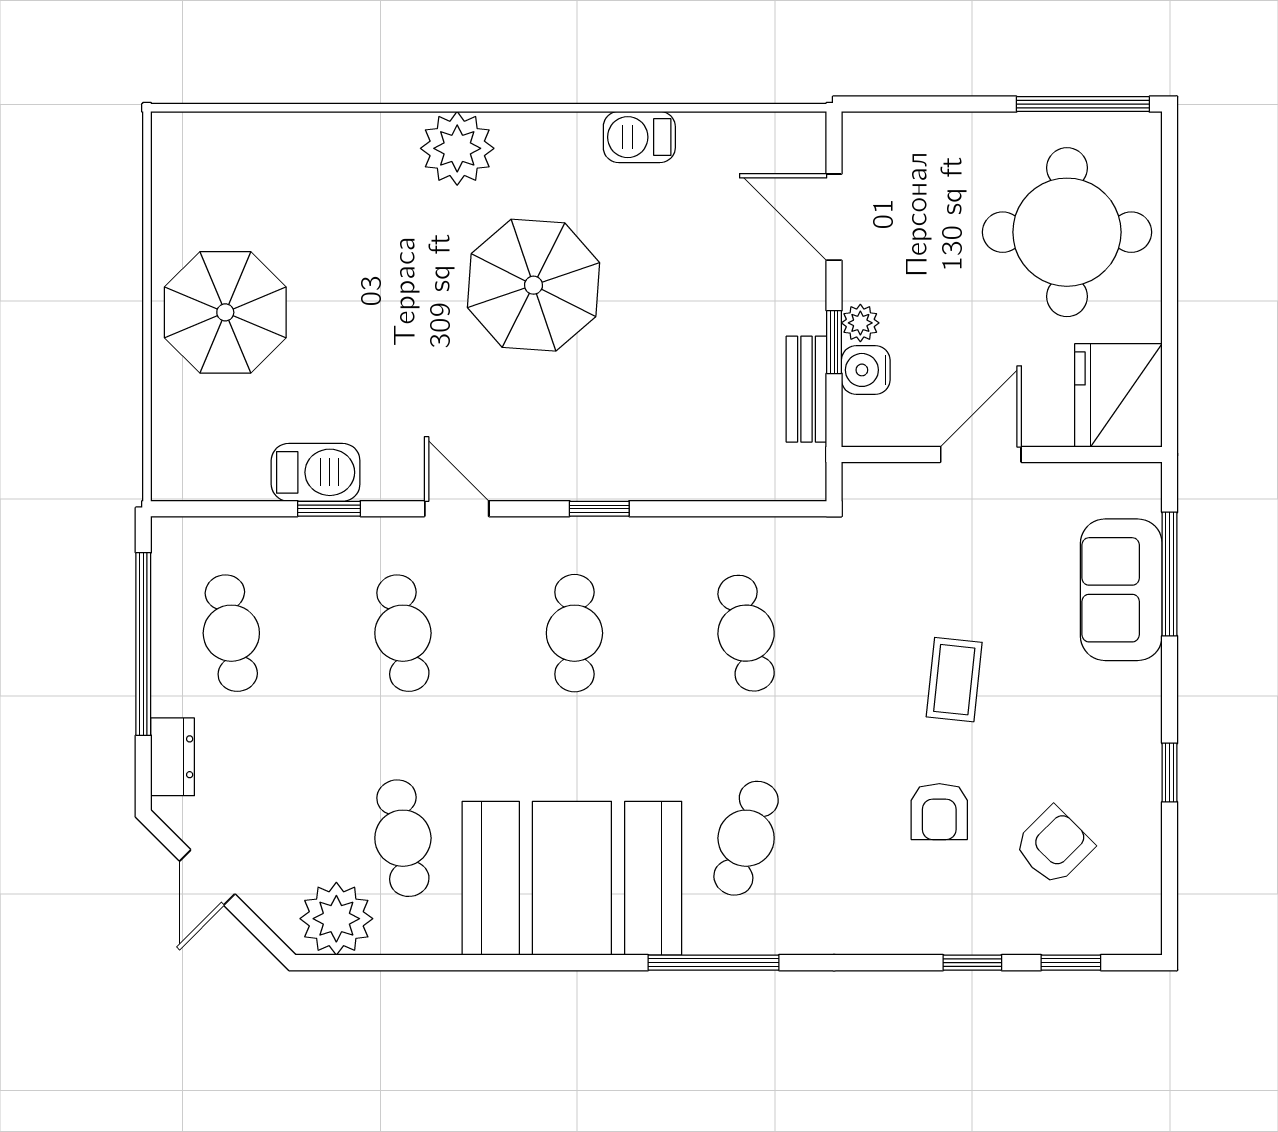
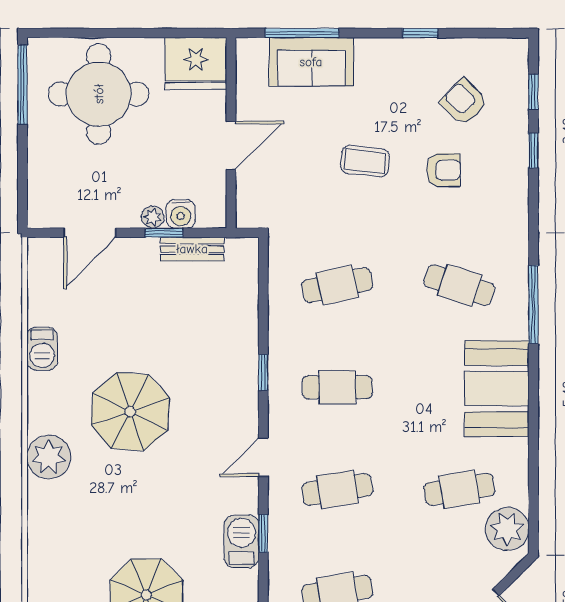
door: (981, 454) -> (231, 145), swing flipped
booth: (572, 878) -> (497, 389), width x0.73, depth x0.70

